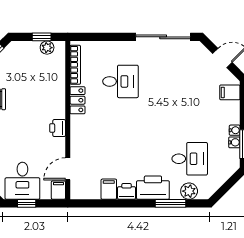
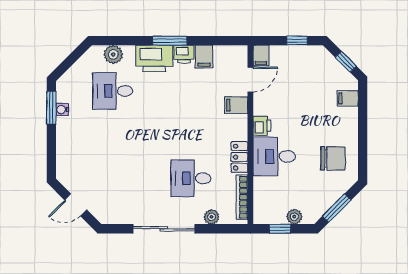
sliding door: (163, 37) -> (164, 229), moved
plant: (102, 47) -> (212, 217), added
plant: (47, 48) -> (294, 217), moved
filing cabinet: (230, 92) -> (236, 105), moved, turned 180
water cooler: (235, 130) -> (62, 123), removed
desk: (22, 181) -> (274, 156), moved, turned -90
window: (171, 203) -> (170, 41), moved

